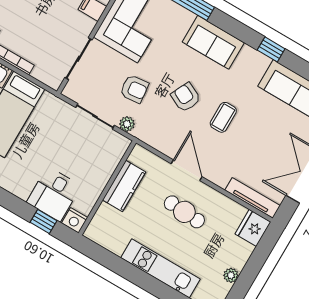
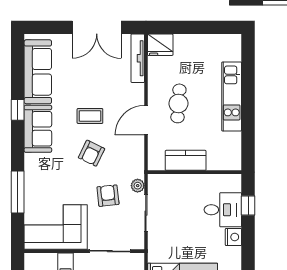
sofa: (213, 42) -> (38, 129), moved
nightstand: (75, 220) -> (233, 237), moved
plant: (231, 275) -> (206, 40), removed

